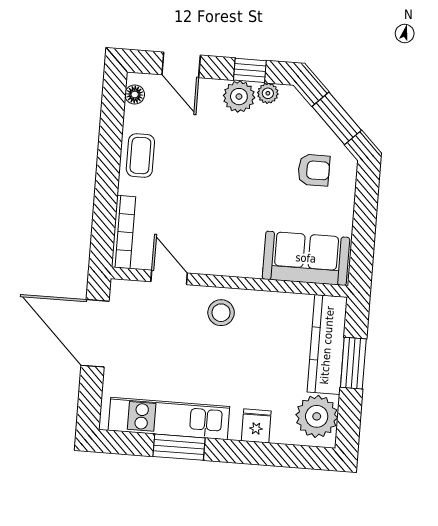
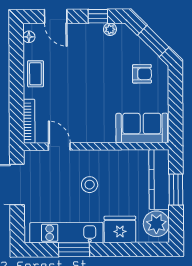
plant: (239, 97) -> (93, 33), removed
stool: (221, 313) -> (90, 185), moved
fridge: (256, 426) -> (120, 229), width x1.88, depth x1.34

